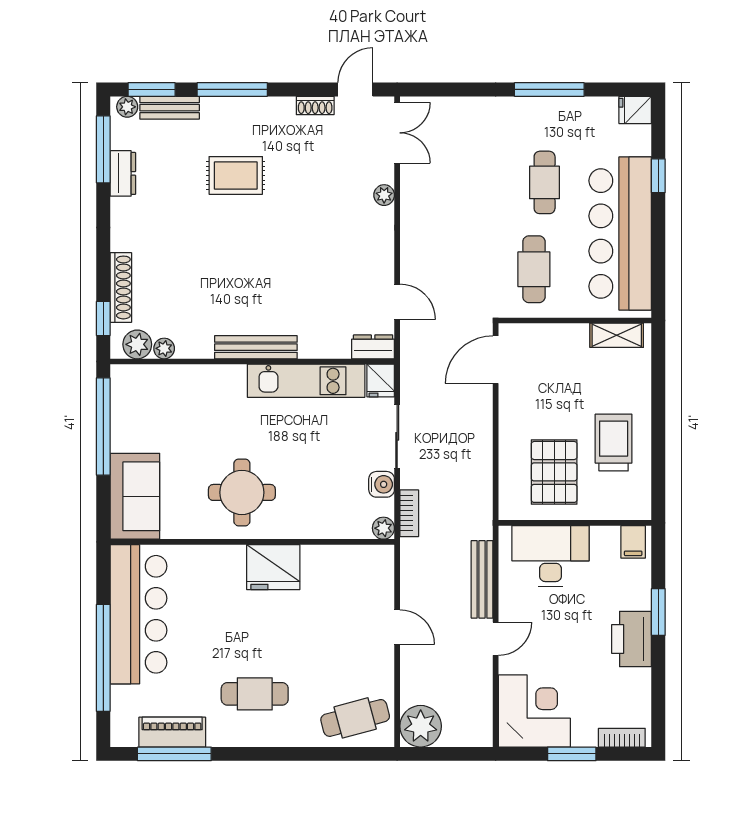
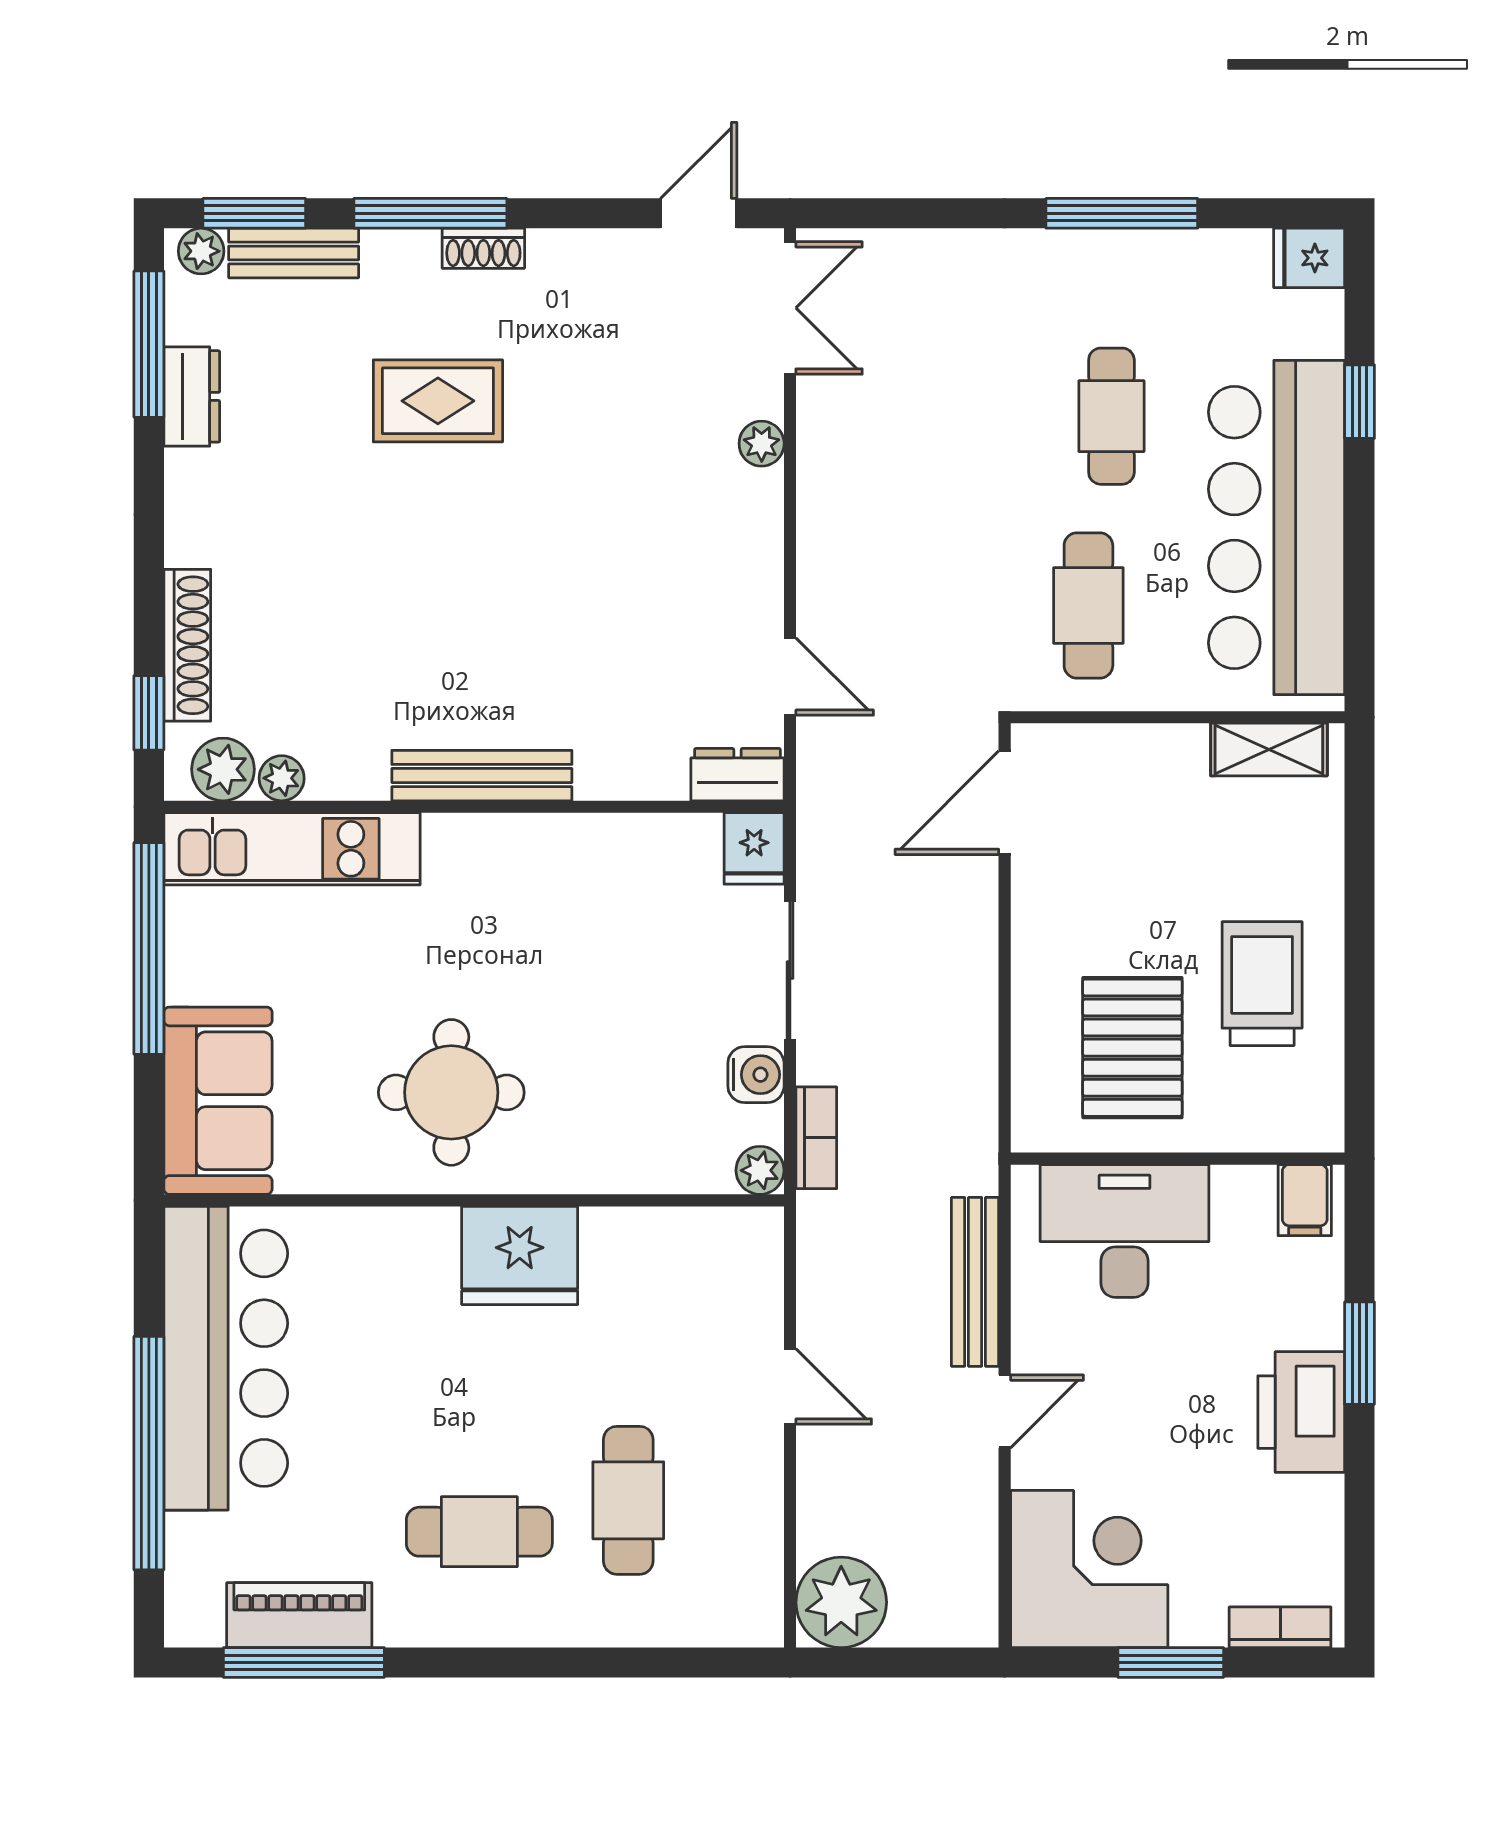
shoe rack: (315, 105) -> (483, 248), moved
kitchen unit: (306, 381) -> (292, 849), moved
cafe table: (355, 718) -> (628, 1500), moved, turned -75

